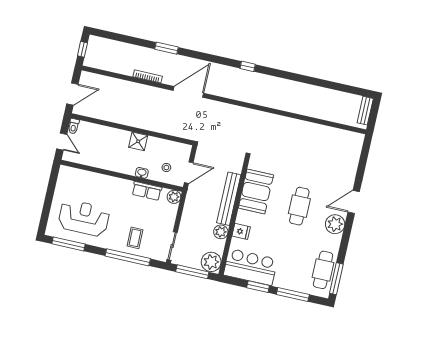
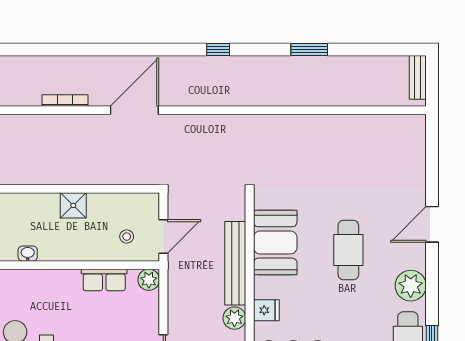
window: (167, 48) -> (309, 50), moved
washbasin: (142, 173) -> (28, 254), moved
plant: (335, 224) -> (411, 286), moved

